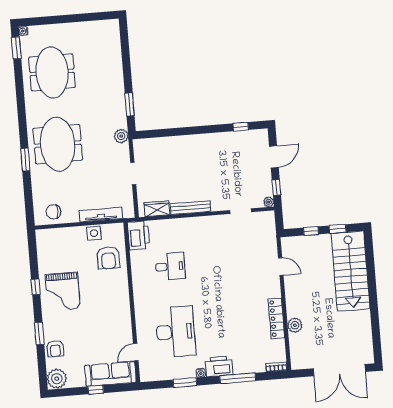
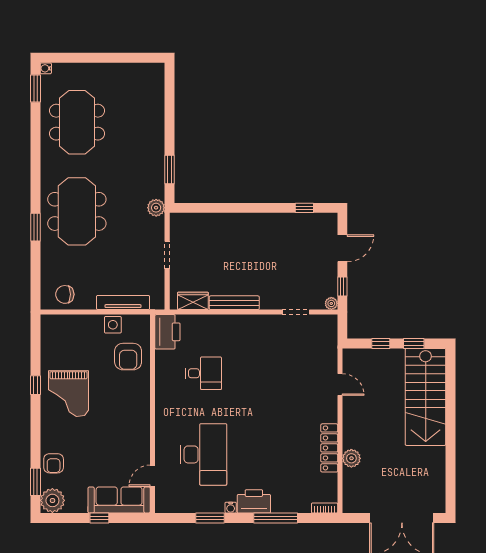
window: (39, 333) -> (35, 482), moved

